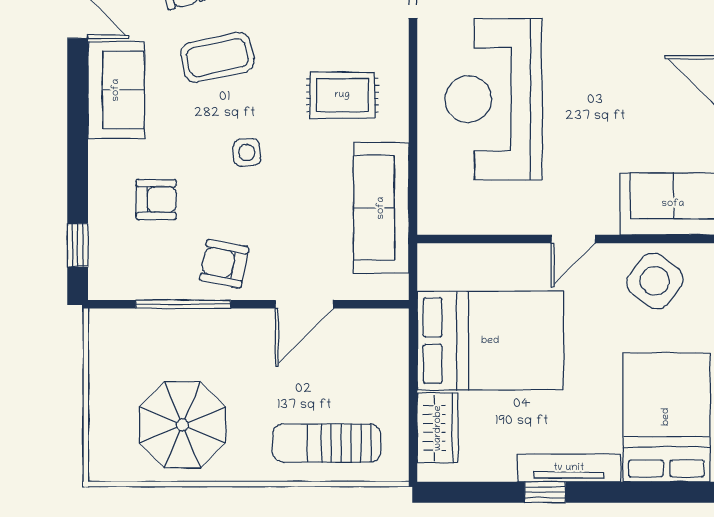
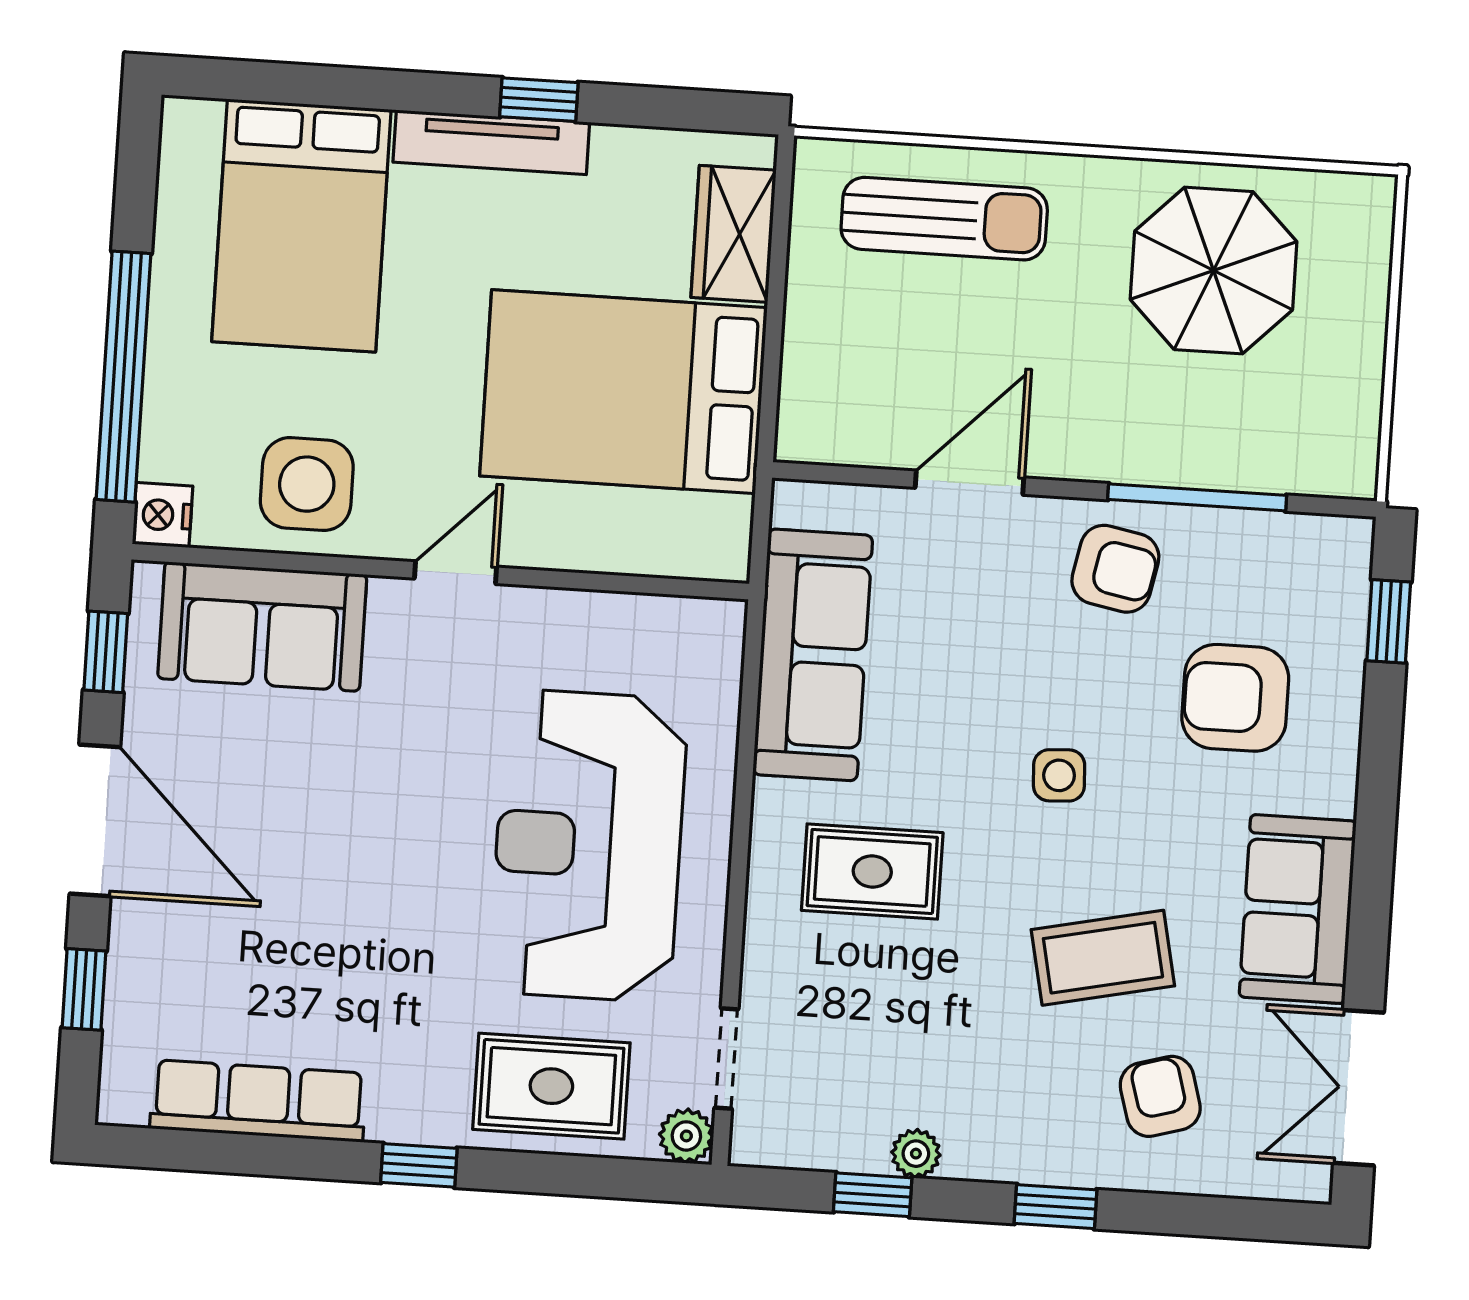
reception desk: (494, 99) -> (588, 846), turned 180
armchair: (156, 200) -> (1235, 698), width x1.38, depth x1.38
side table: (655, 281) -> (307, 484), turned -37

